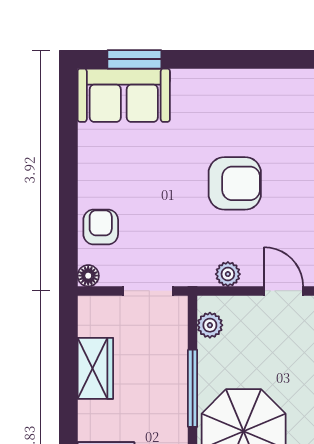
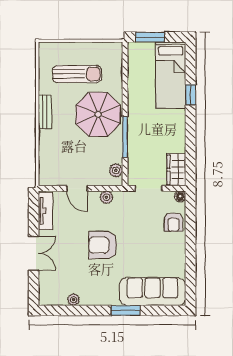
window: (134, 59) -> (126, 310), moved
plant: (290, 80) -> (74, 300), added
sofa: (124, 95) -> (153, 292), width x1.36
wardrobe: (95, 368) -> (176, 170), moved

